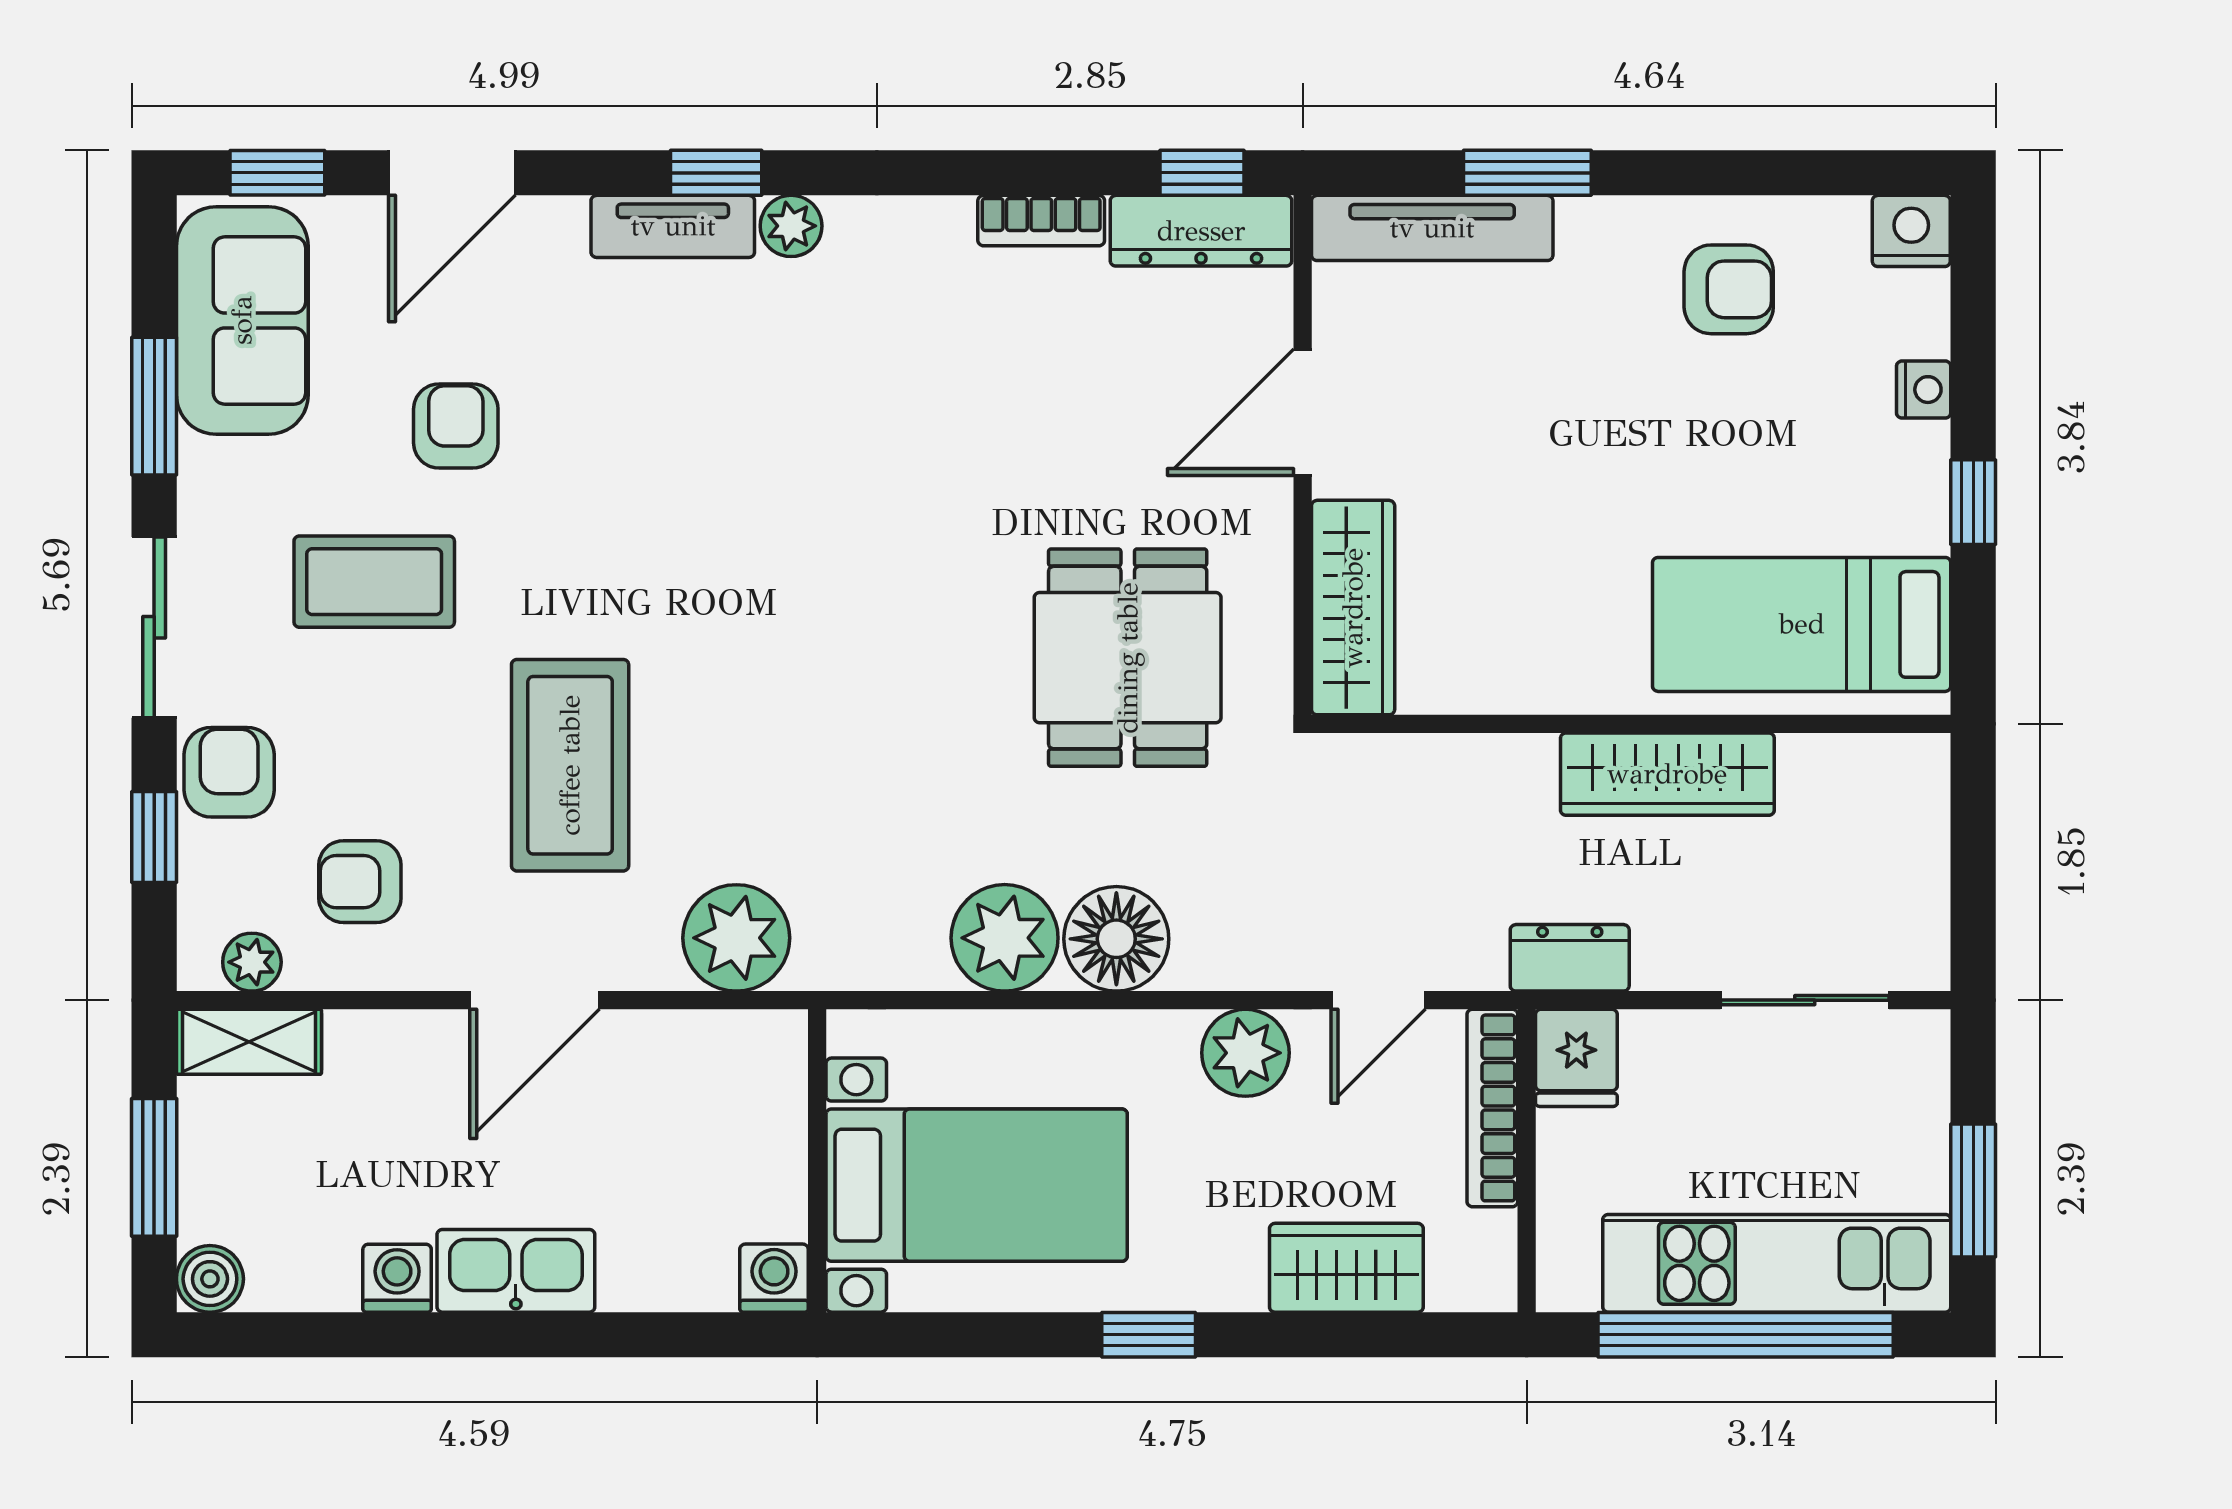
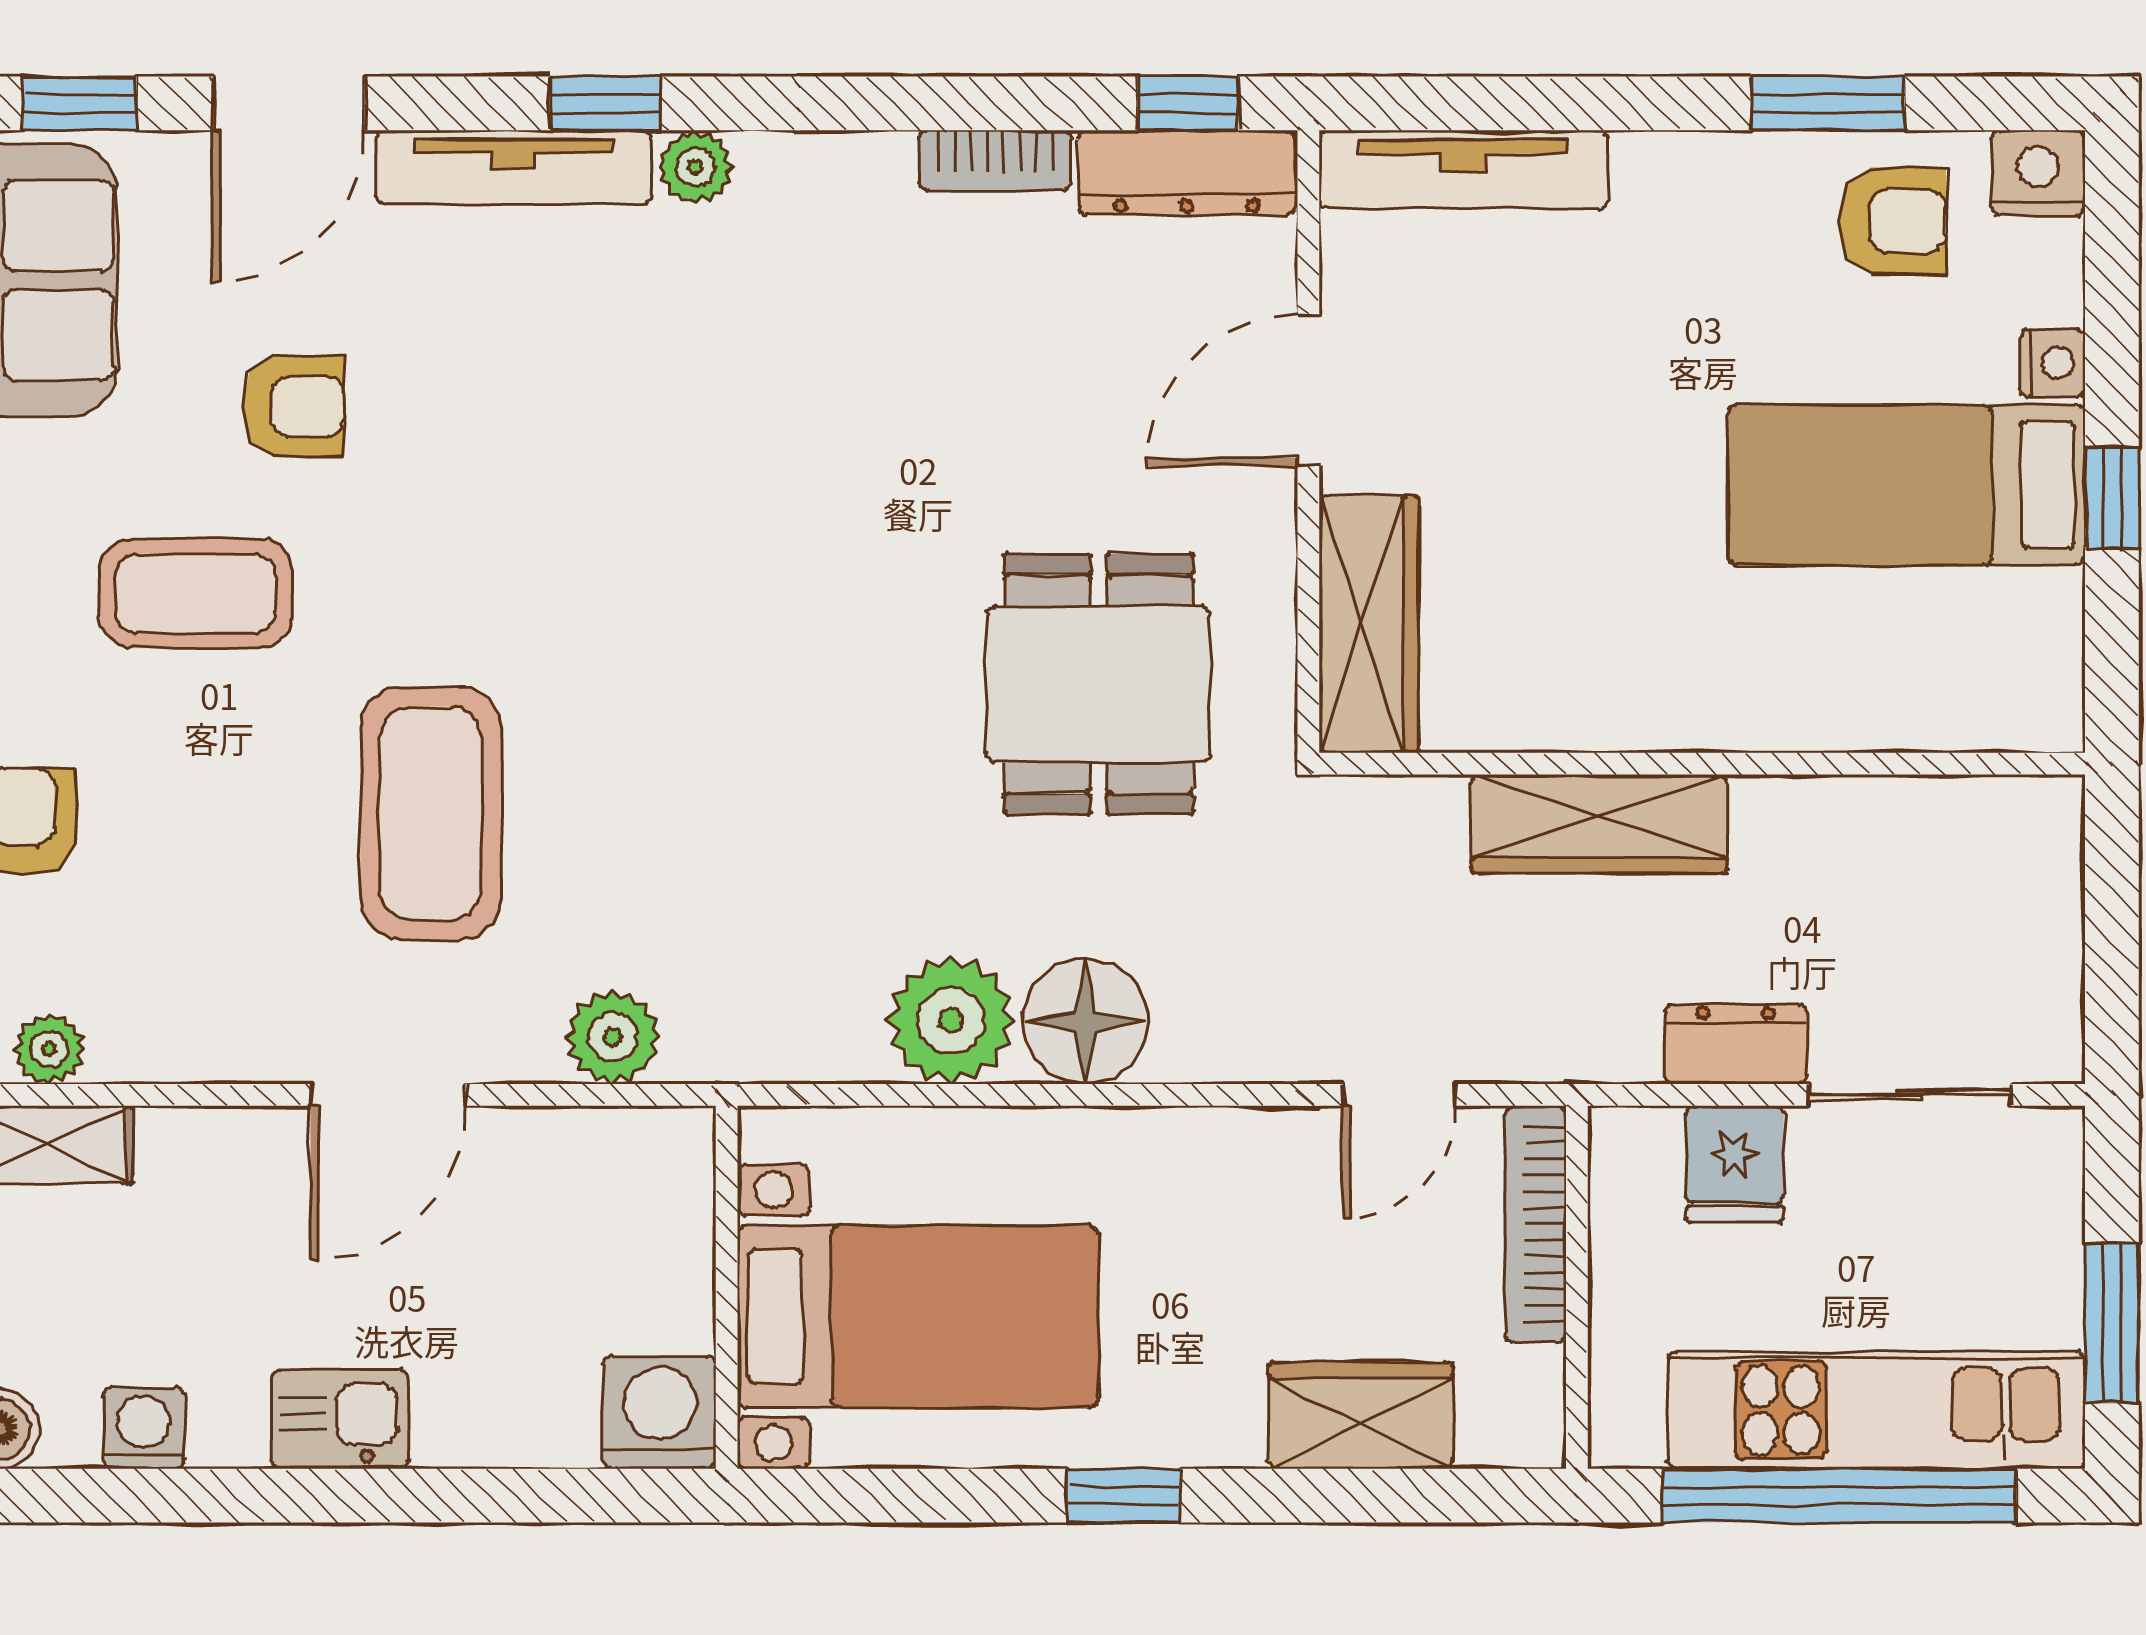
window: (1527, 173) -> (1828, 103), moved
tv unit: (673, 226) -> (514, 168), width x1.41
armchair: (1729, 289) -> (1892, 221), moved
armchair: (456, 426) -> (294, 407), turned 90
bed: (1802, 624) -> (1906, 485), moved
wardrobe: (1667, 774) -> (1599, 824), moved
armchair: (360, 882) -> (179, 953), removed
plant: (736, 938) -> (613, 1037), width x0.73, depth x0.73
dresser: (1570, 958) -> (1736, 1044), moved
plant: (1245, 1053) -> (1240, 1158), removed
fridge: (1576, 1058) -> (1735, 1164), moved
kitchen sink: (516, 1271) -> (340, 1419), width x0.73
washing machine: (397, 1278) -> (144, 1428), moved
washing machine: (774, 1278) -> (660, 1412), width x1.38, depth x1.38

